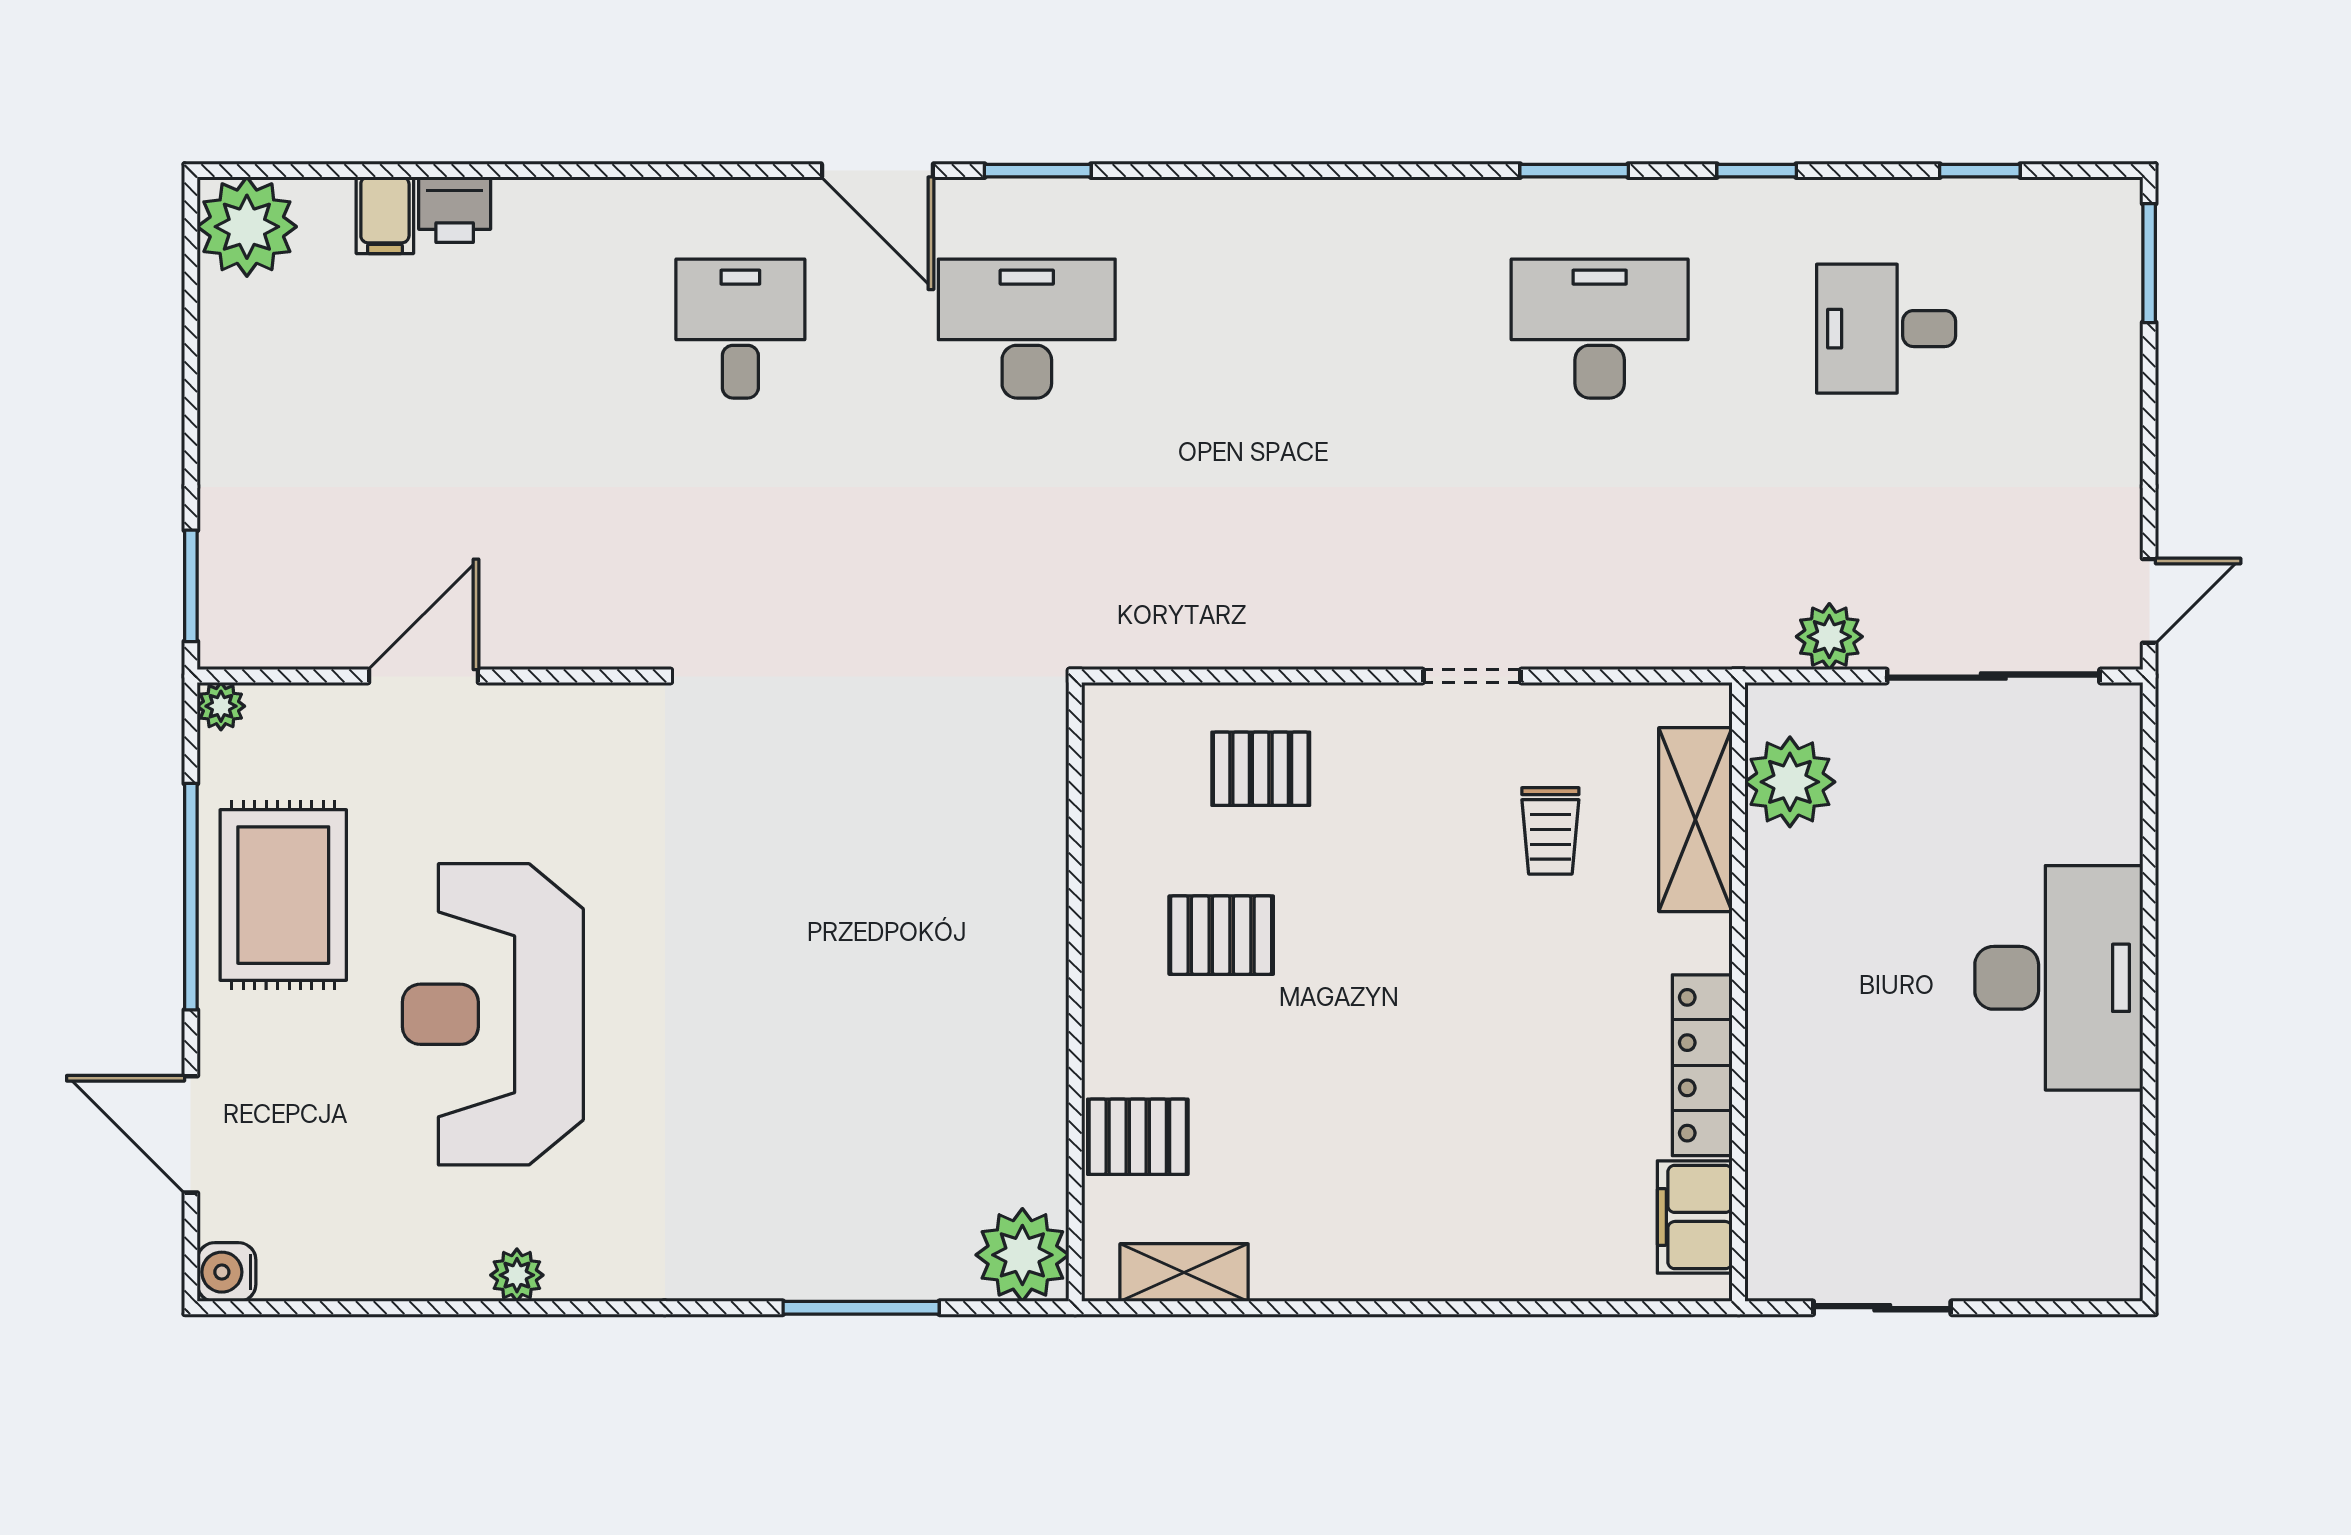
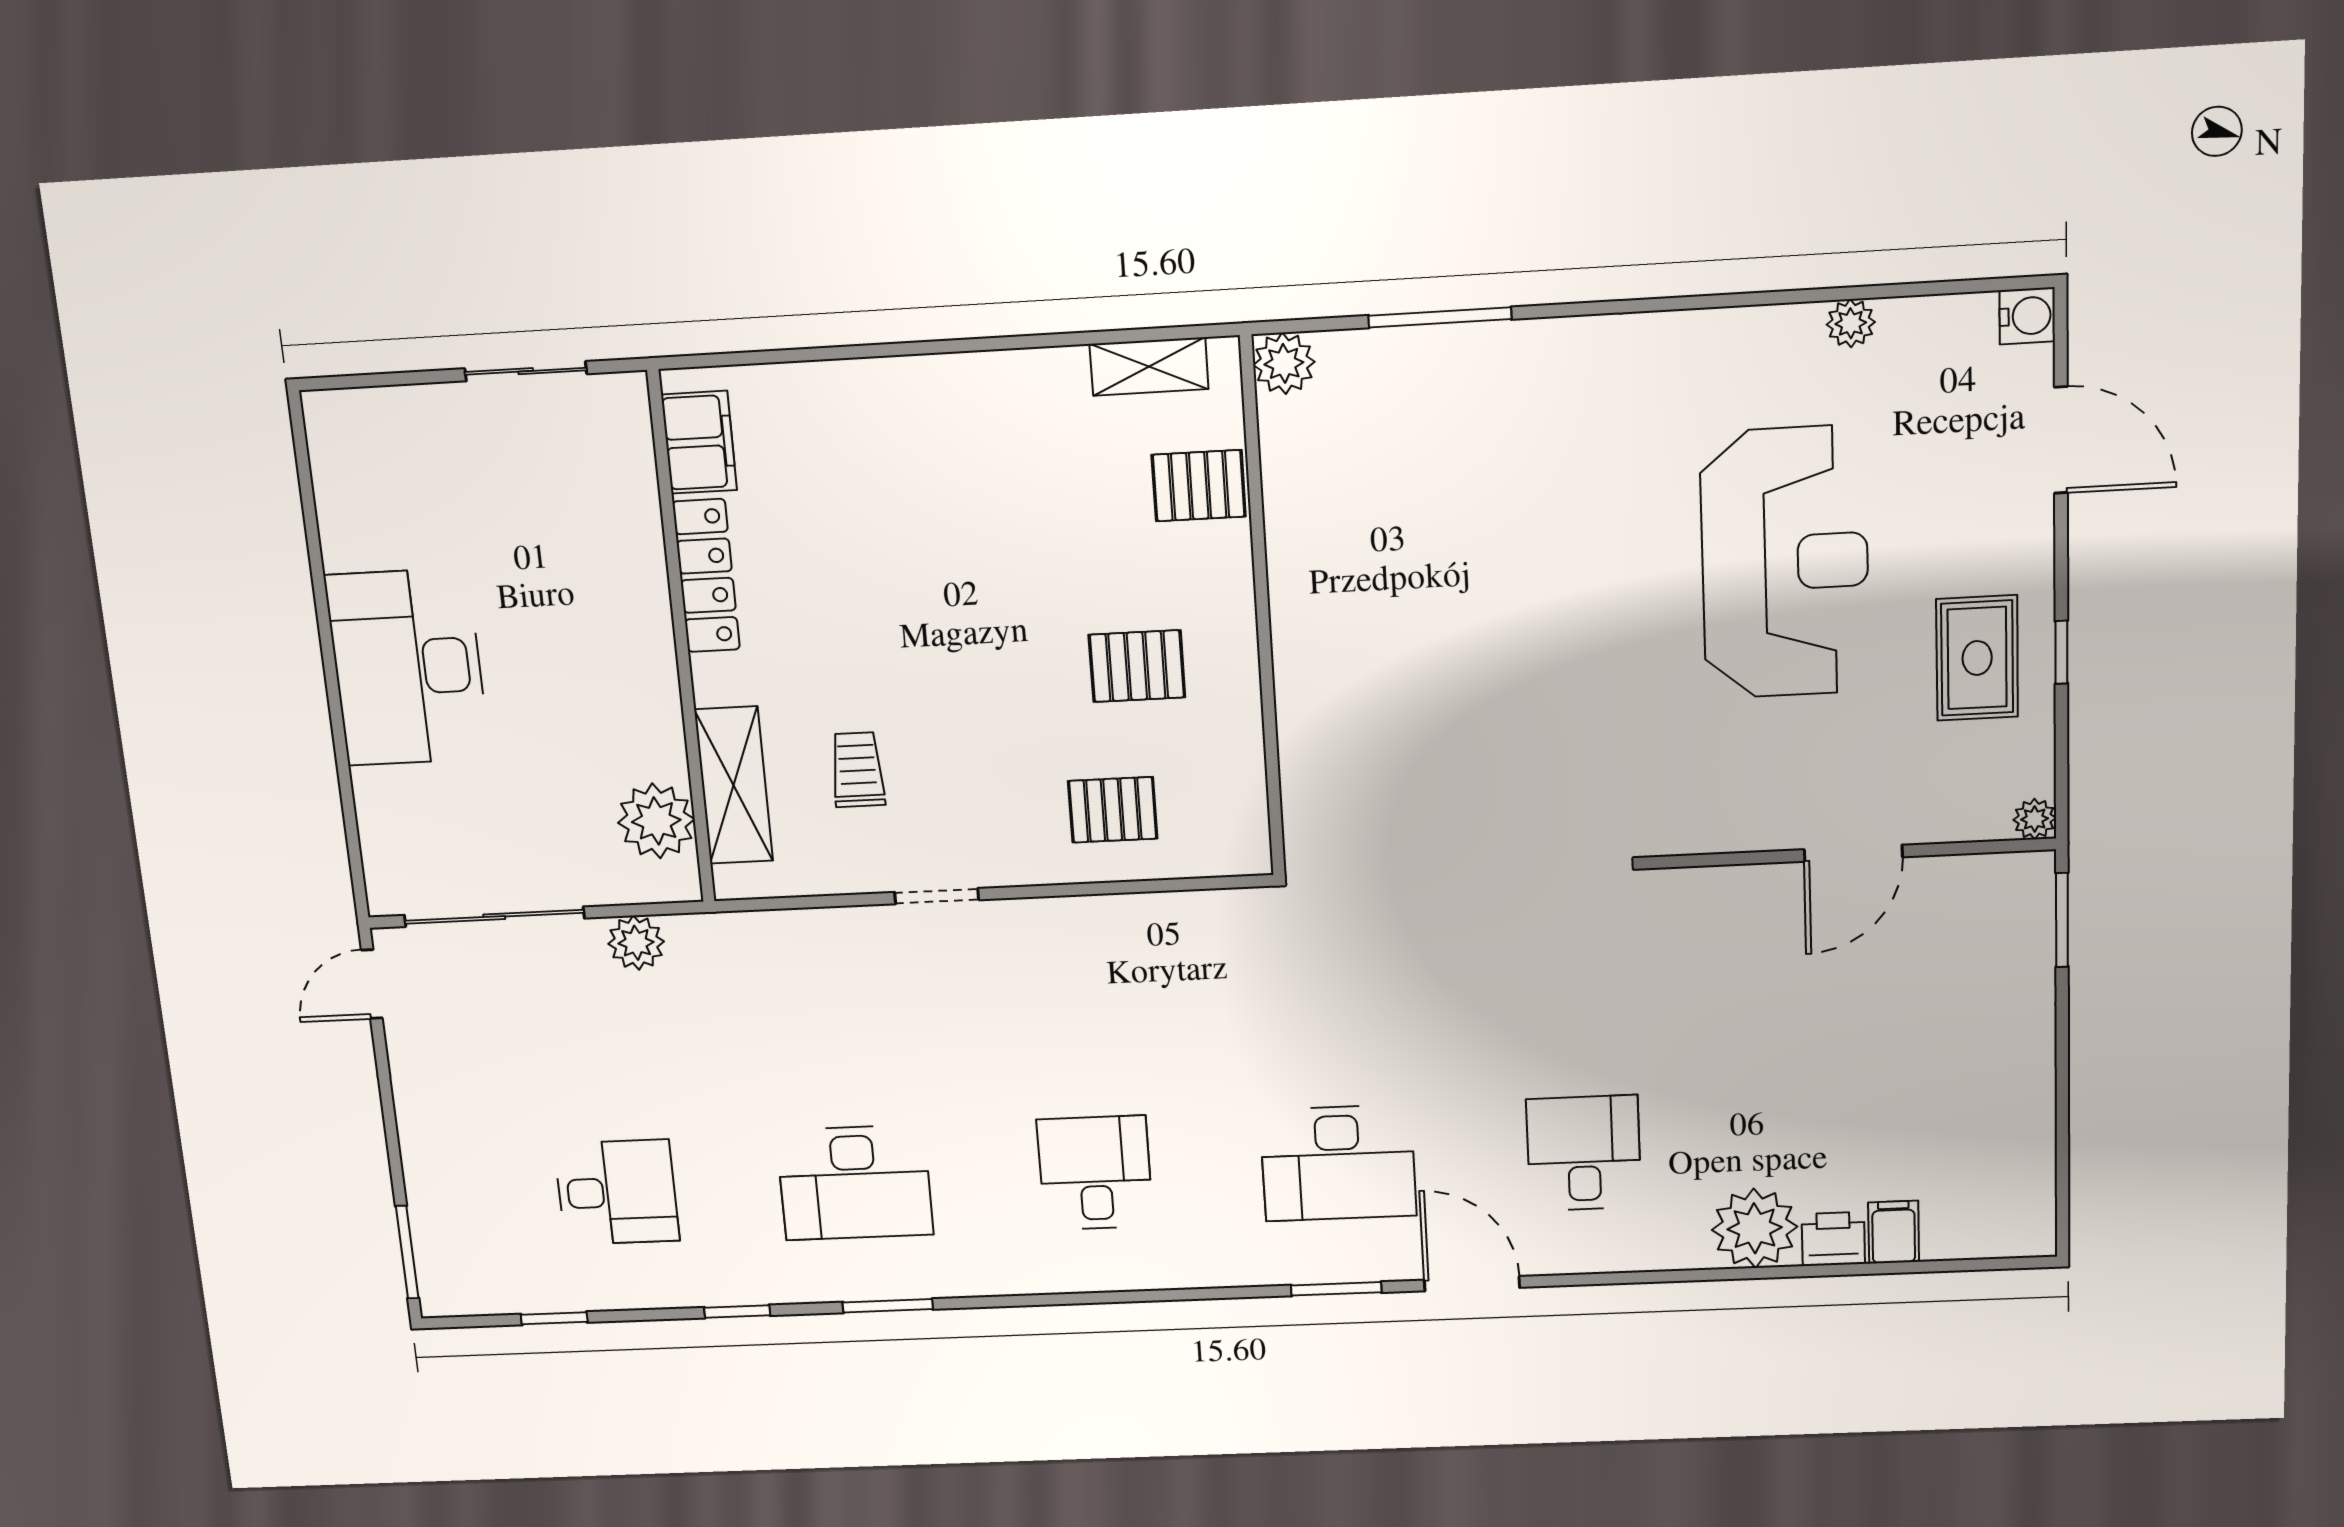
plant: (247, 227) -> (1755, 1228), moved
desk: (740, 329) -> (1584, 1153), turned 180
desk: (1313, 329) -> (1095, 1173), added
rug: (283, 895) -> (1977, 658), width x0.73, depth x0.70
window: (191, 897) -> (2061, 652), width x0.32
plant: (1022, 1255) -> (1284, 363), width x0.73, depth x0.73
plant: (517, 1275) -> (1851, 323), moved

